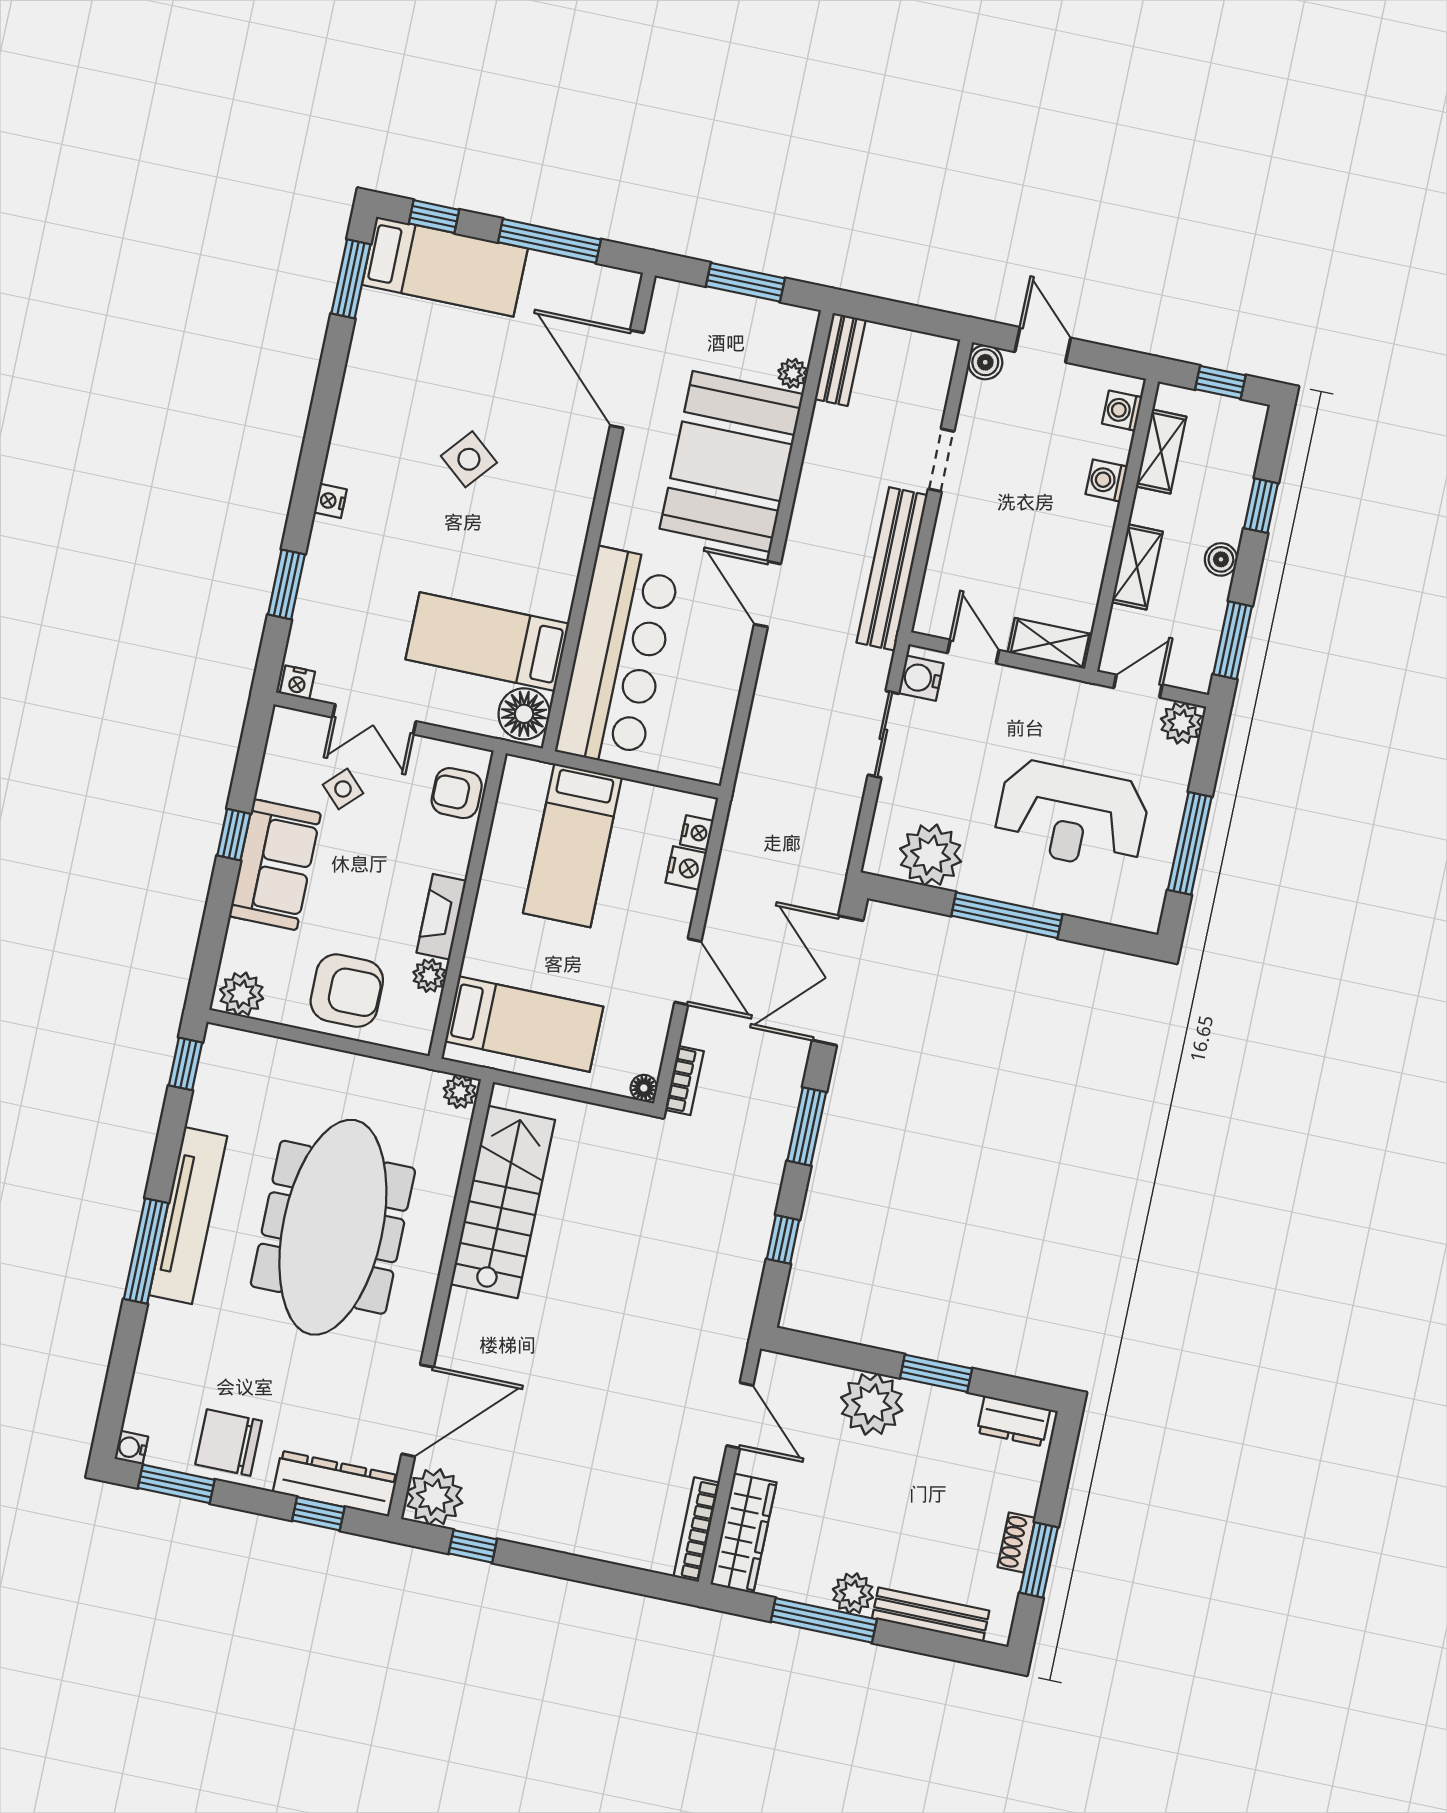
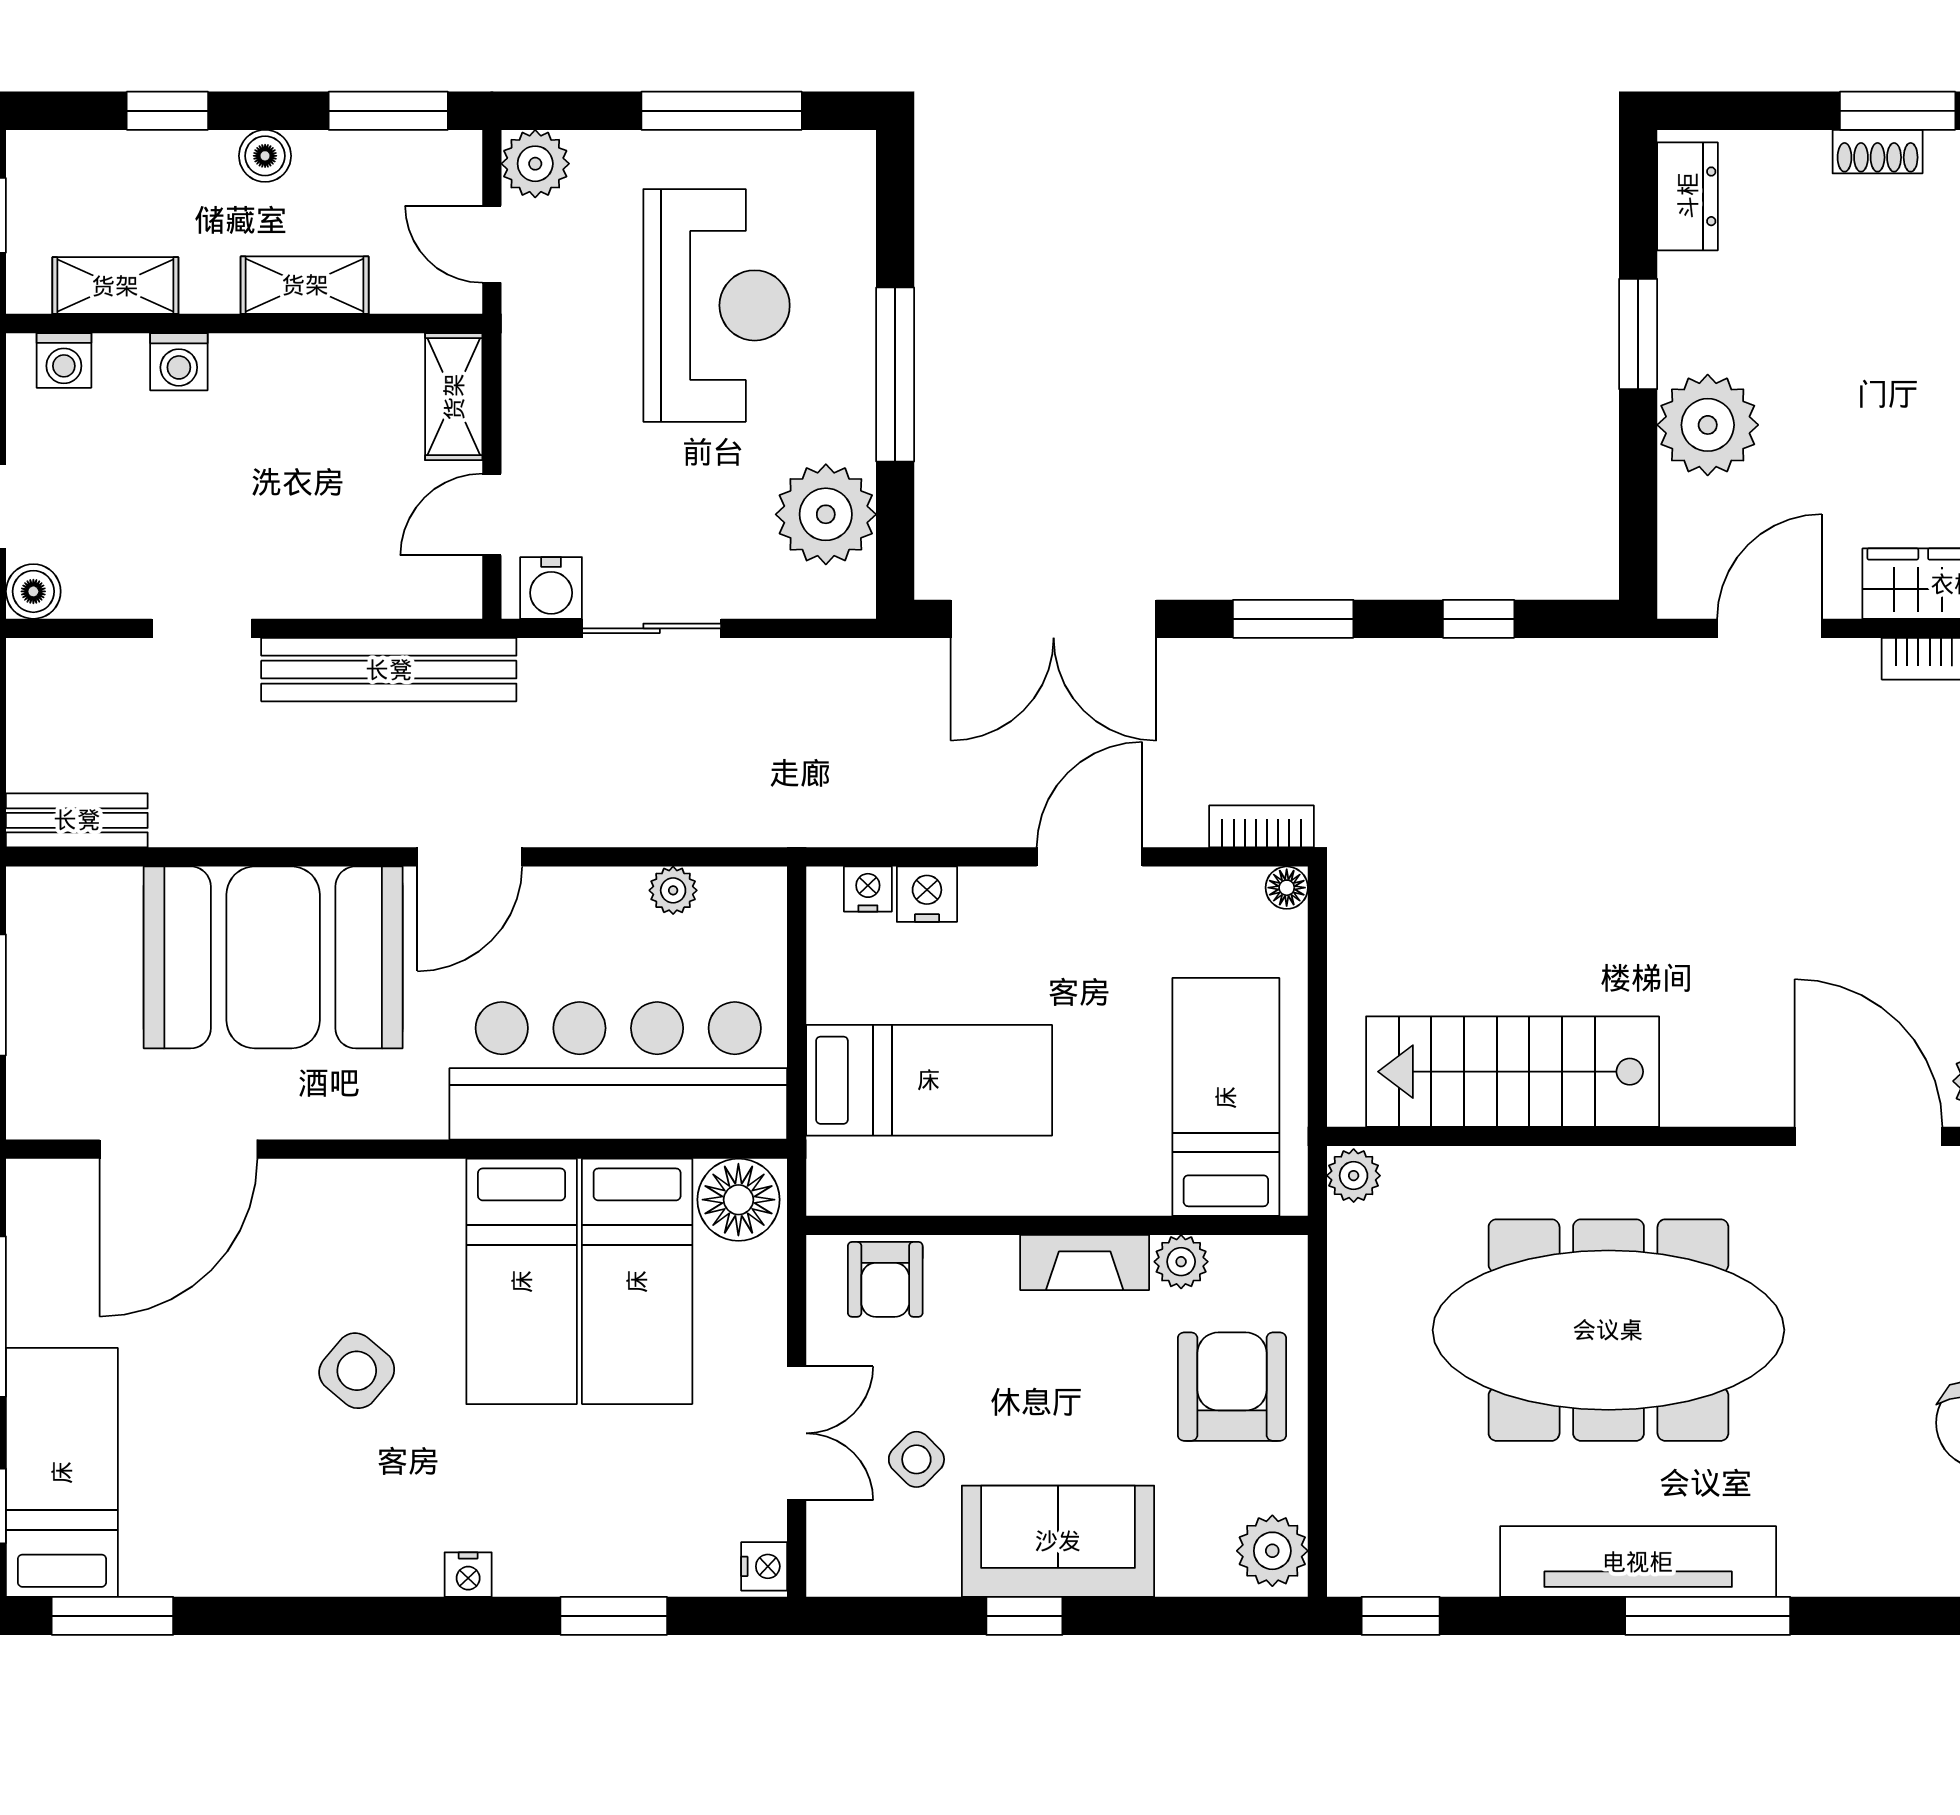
plant: (793, 373) -> (673, 890), moved
bed: (502, 571) -> (522, 1281), added

